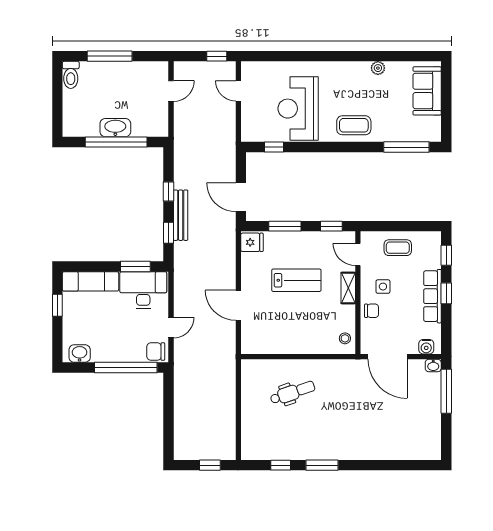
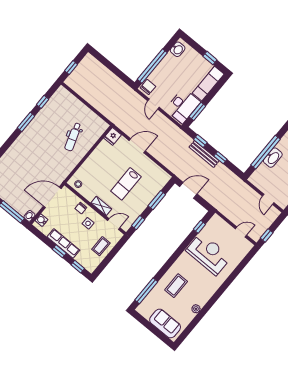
coffee table: (354, 125) -> (176, 286), moved
fridge: (252, 242) -> (113, 136), moved

